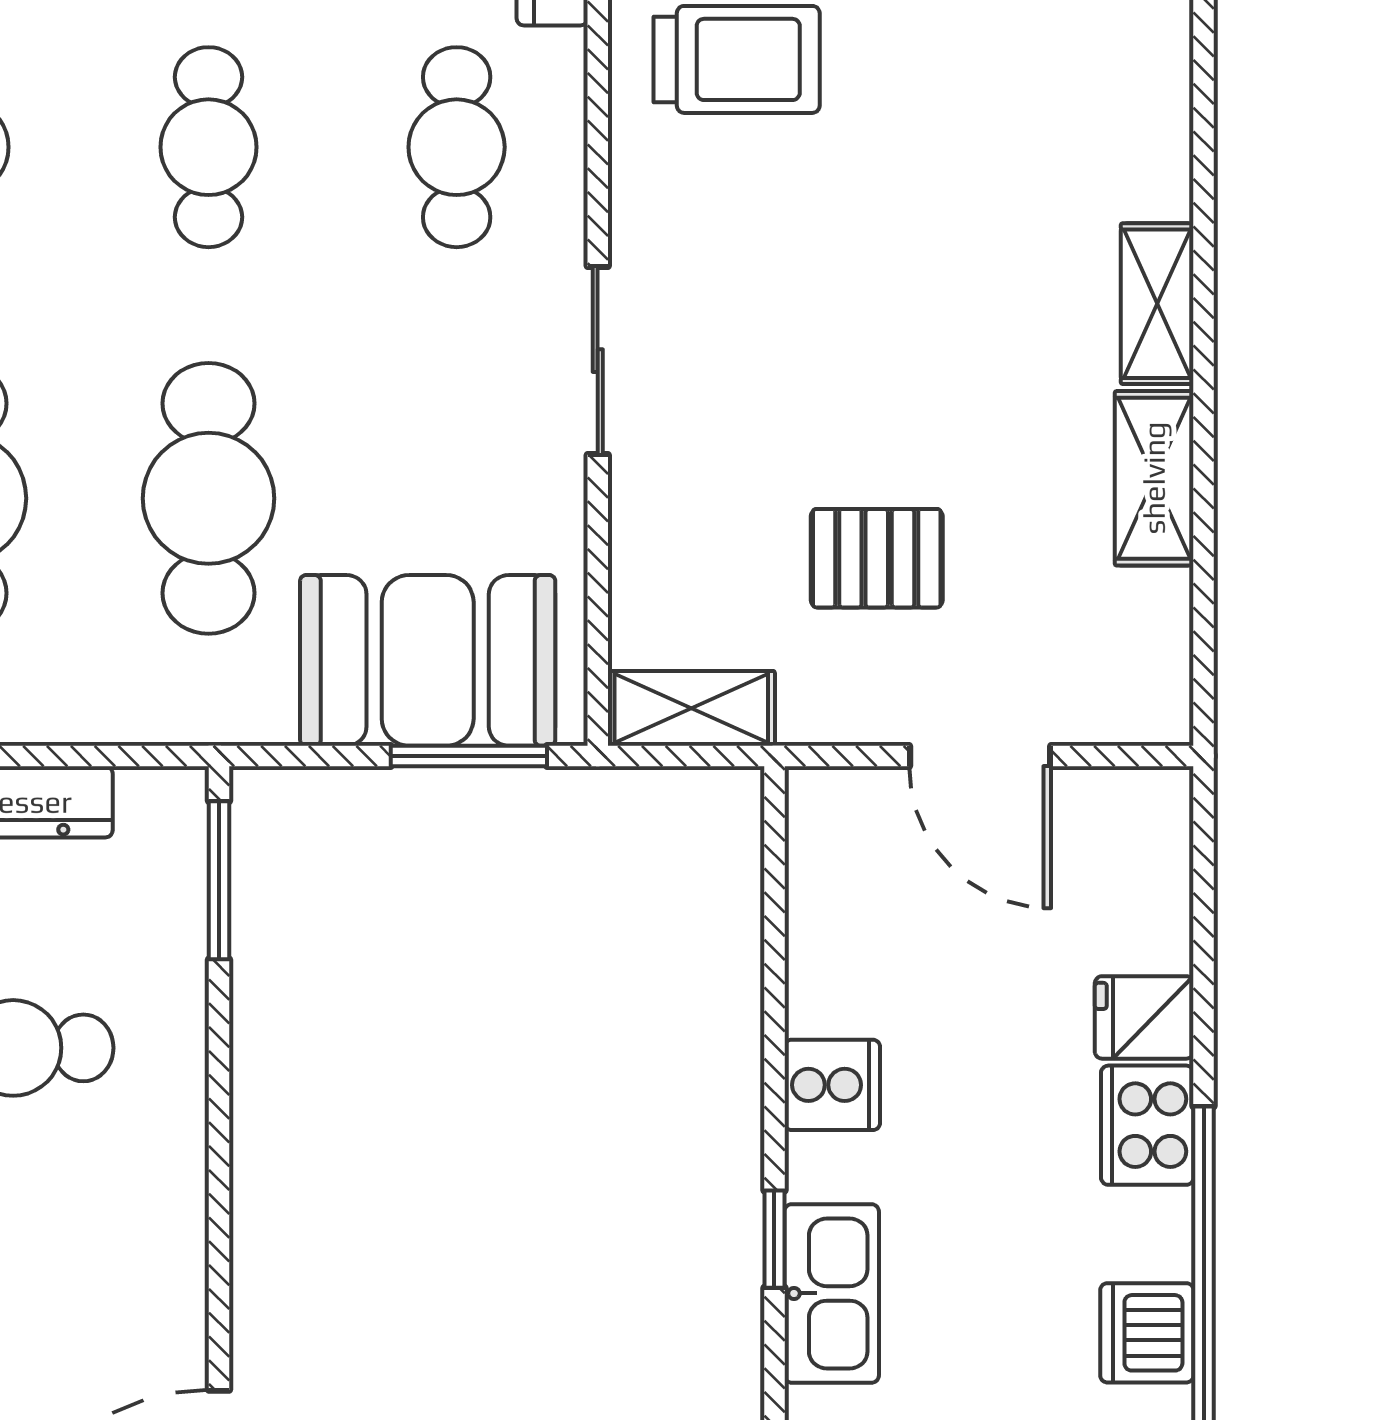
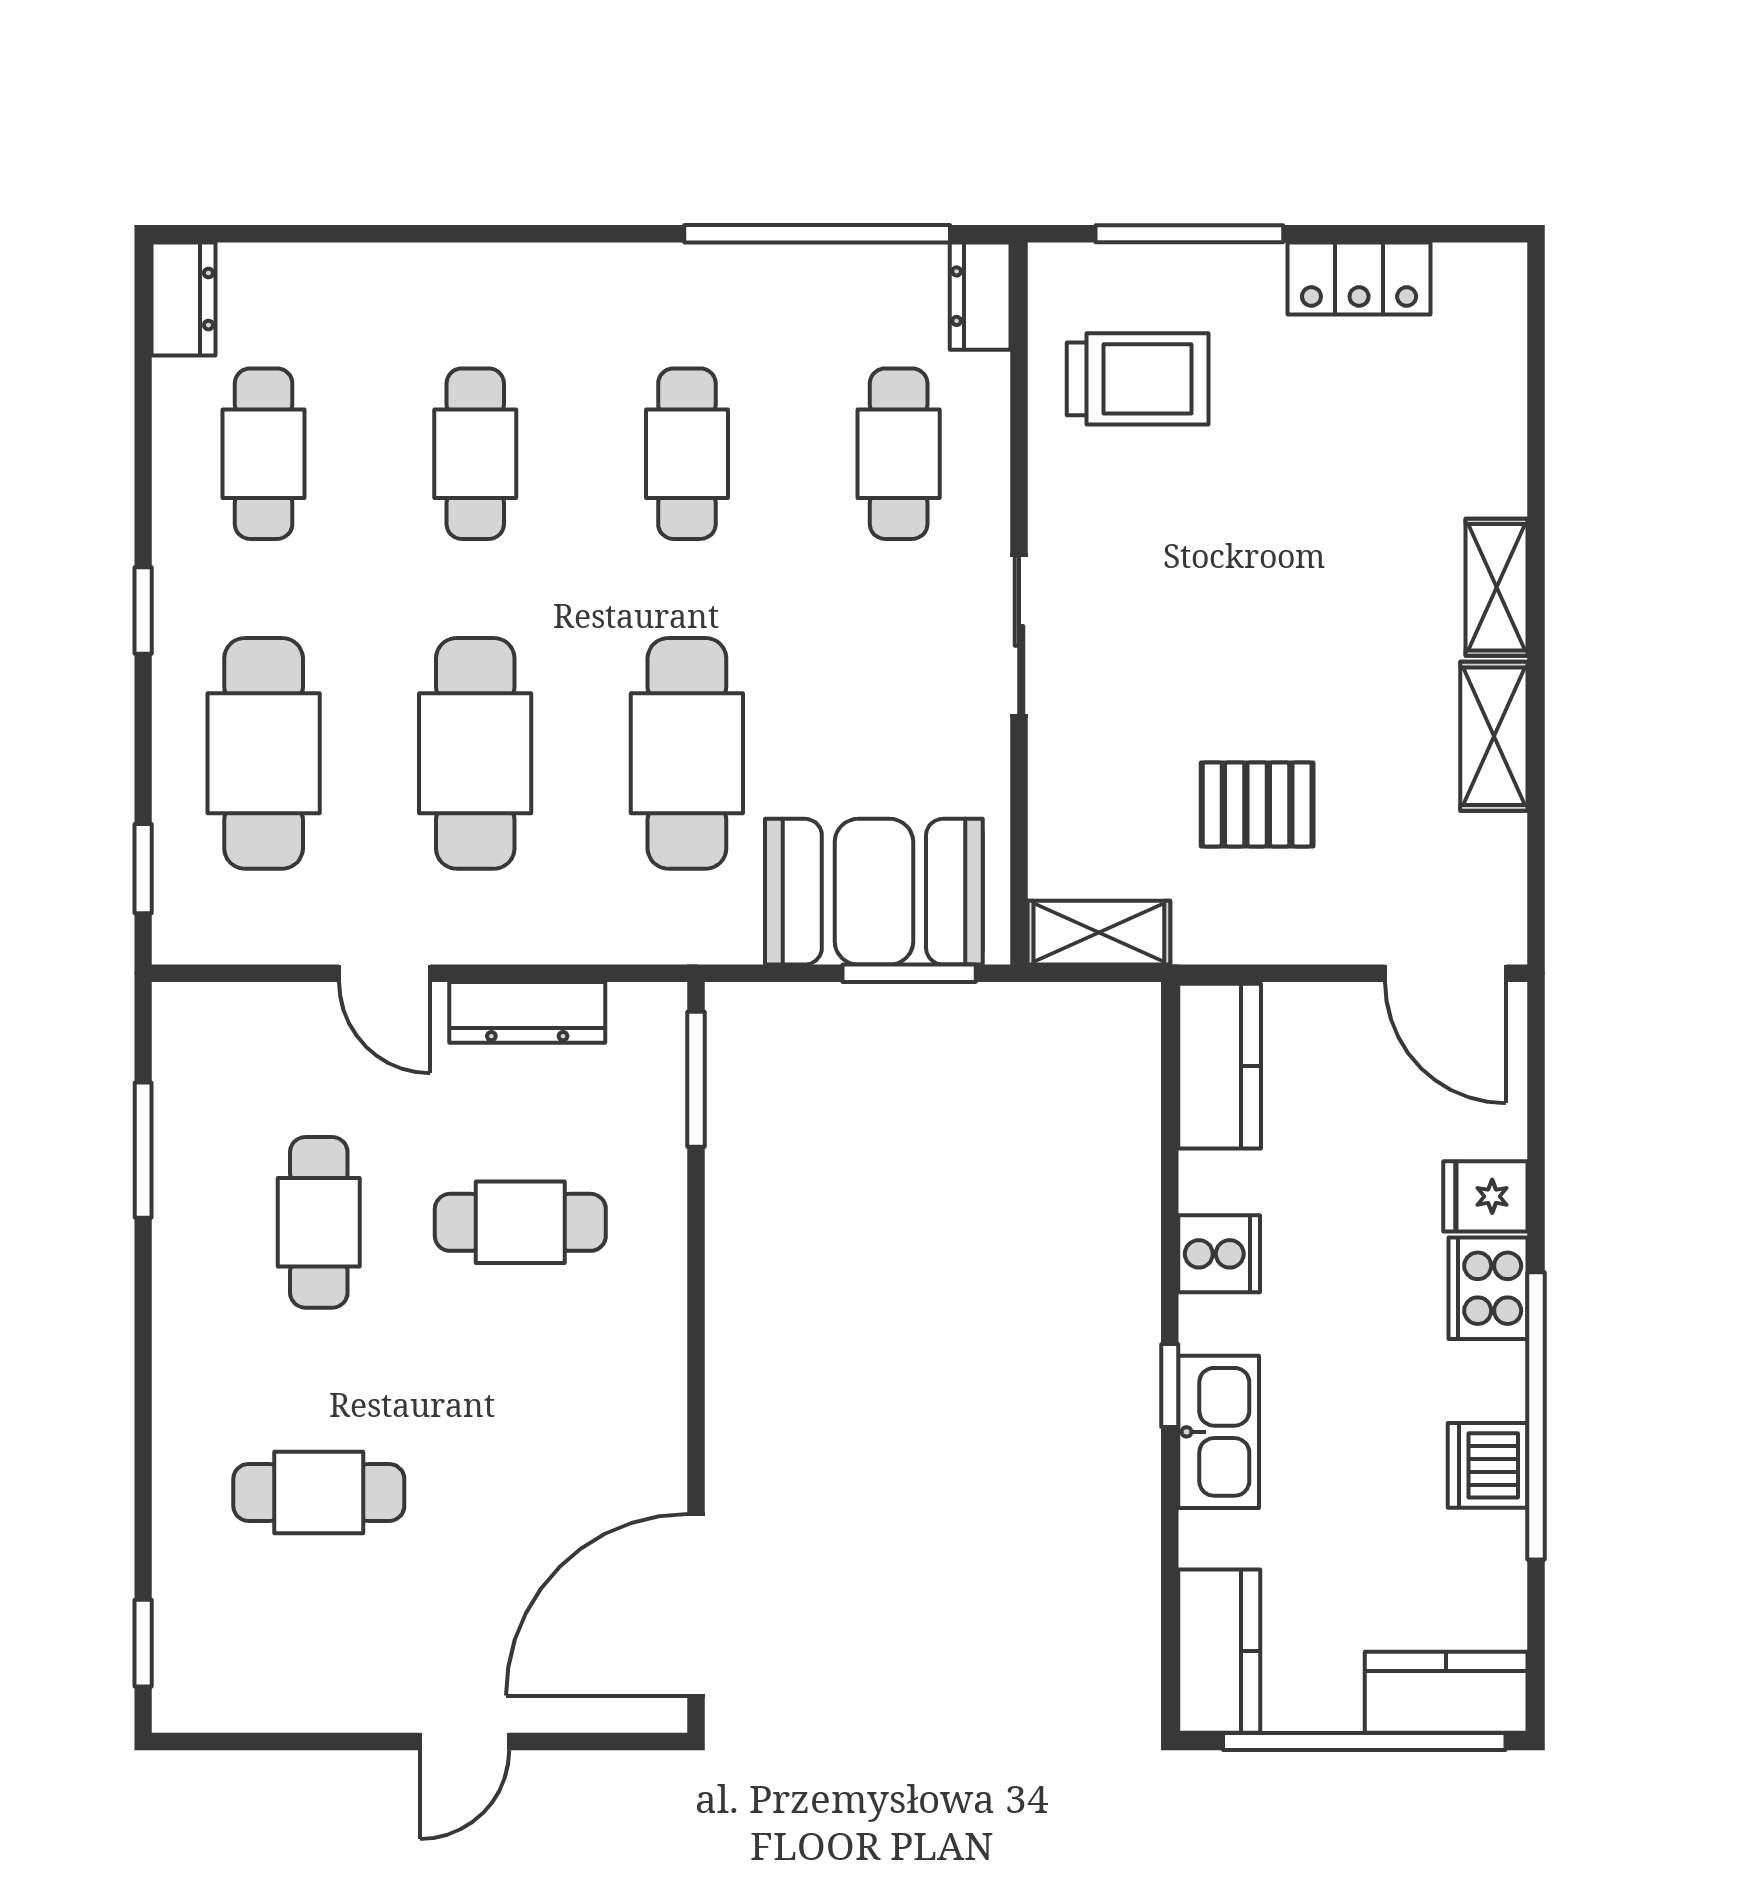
door: (980, 756) -> (1445, 973), moved
kitchen counter: (833, 865) -> (1220, 1066), added

